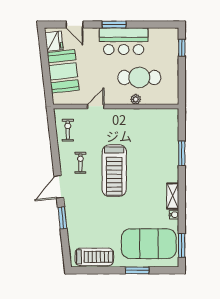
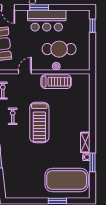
window: (182, 153) -> (93, 109), removed
window: (182, 245) -> (93, 162), moved
treadmill: (94, 257) -> (56, 82), moved

